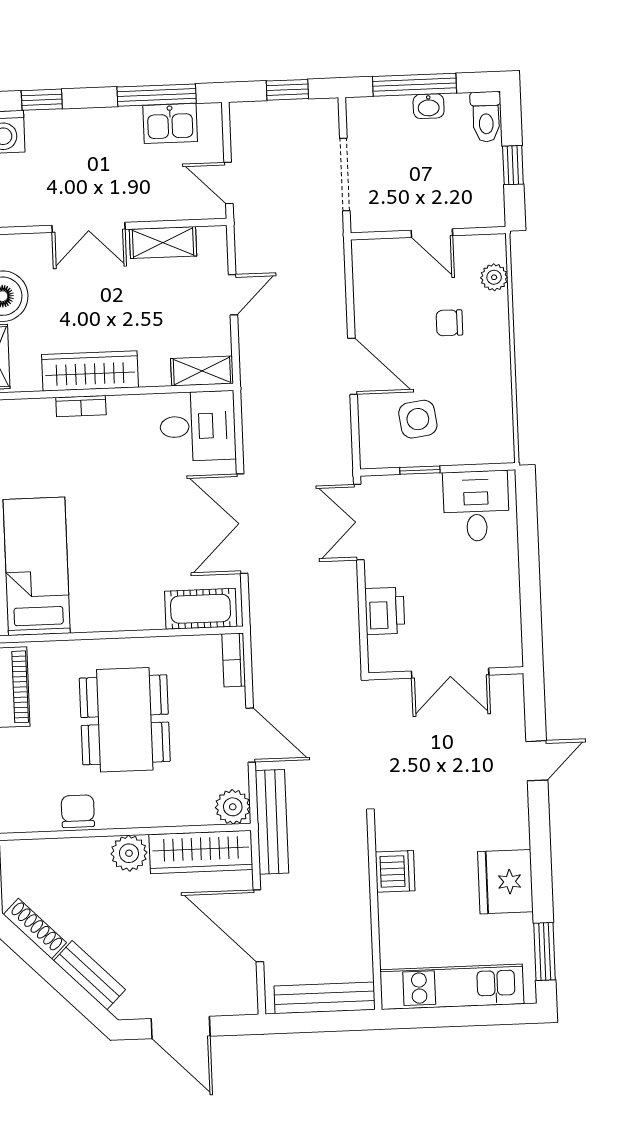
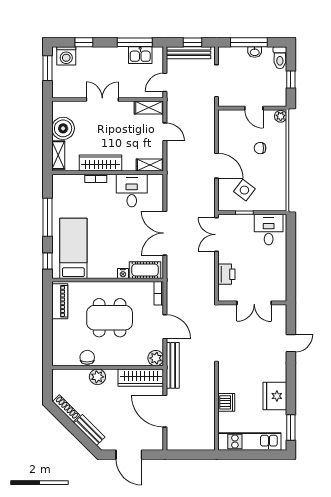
door: (228, 183) -> (165, 82), hinge flipped
double door: (88, 227) -> (102, 100), swing flipped
shelving: (163, 243) -> (149, 108), moved
plant: (494, 277) -> (281, 116), moved
door: (233, 295) -> (165, 132), hinge flipped
side table: (418, 419) -> (244, 190), turned 45
desk: (198, 426) -> (132, 190), moved, turned -90
nightstand: (151, 619) -> (123, 273), added
dining table: (125, 720) -> (110, 318), turned 90
plant: (129, 853) -> (97, 377), moved
dishwasher: (395, 871) -> (226, 402), moved
bench: (325, 998) -> (188, 53), moved

